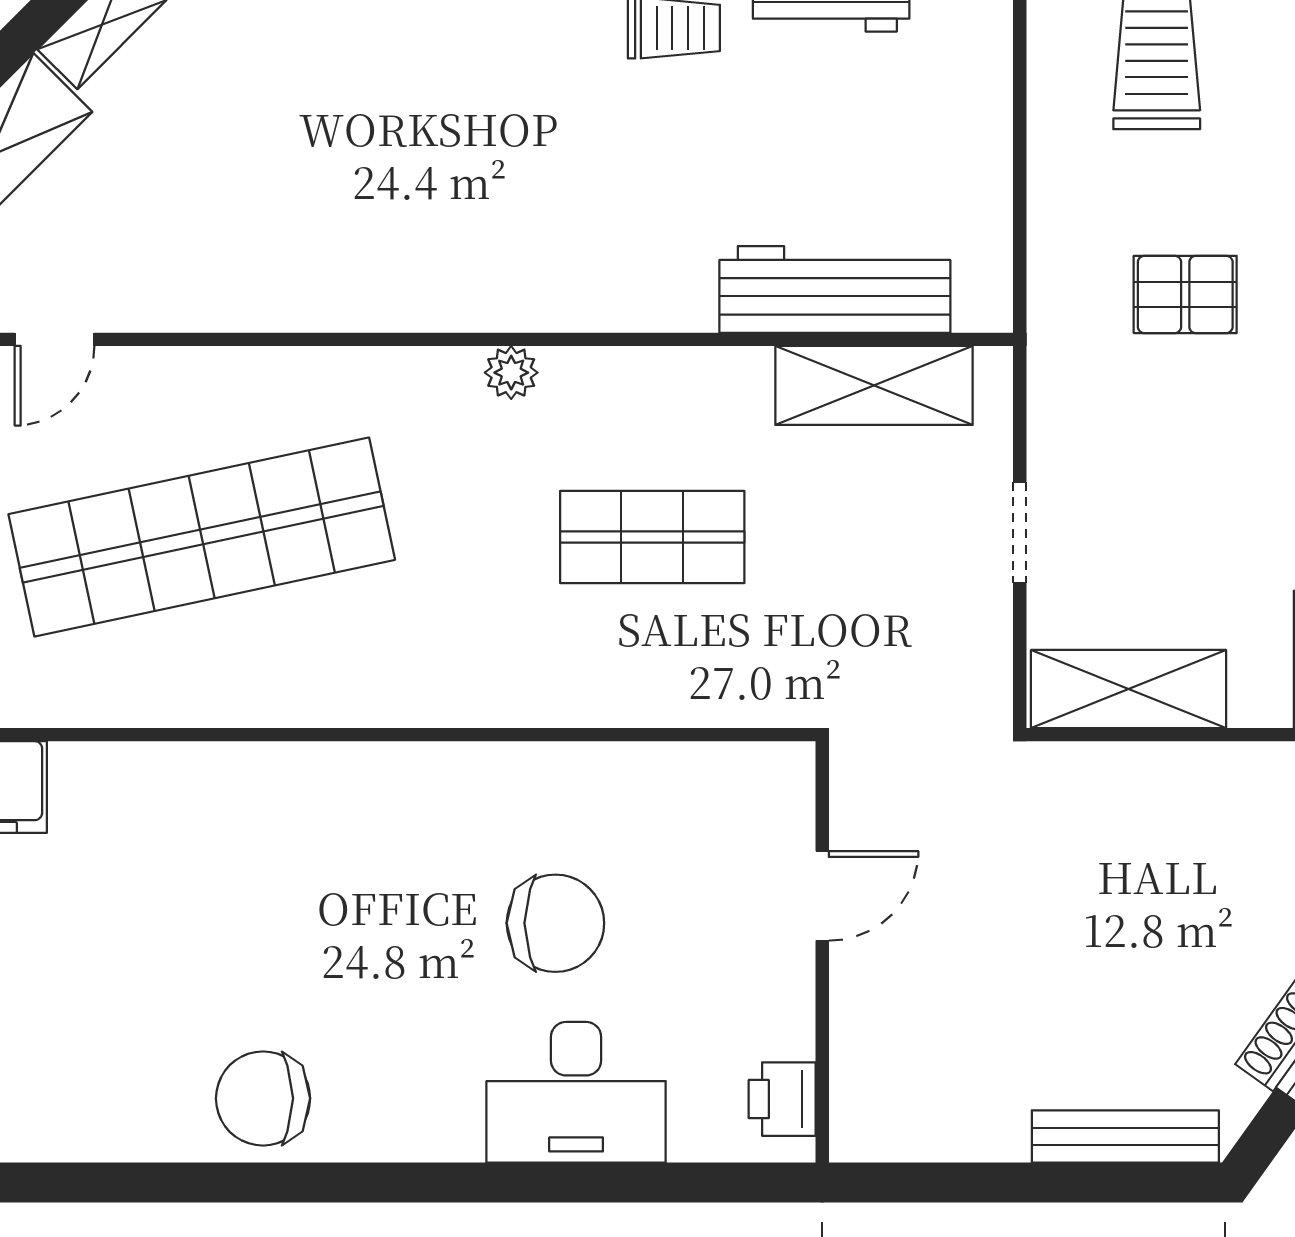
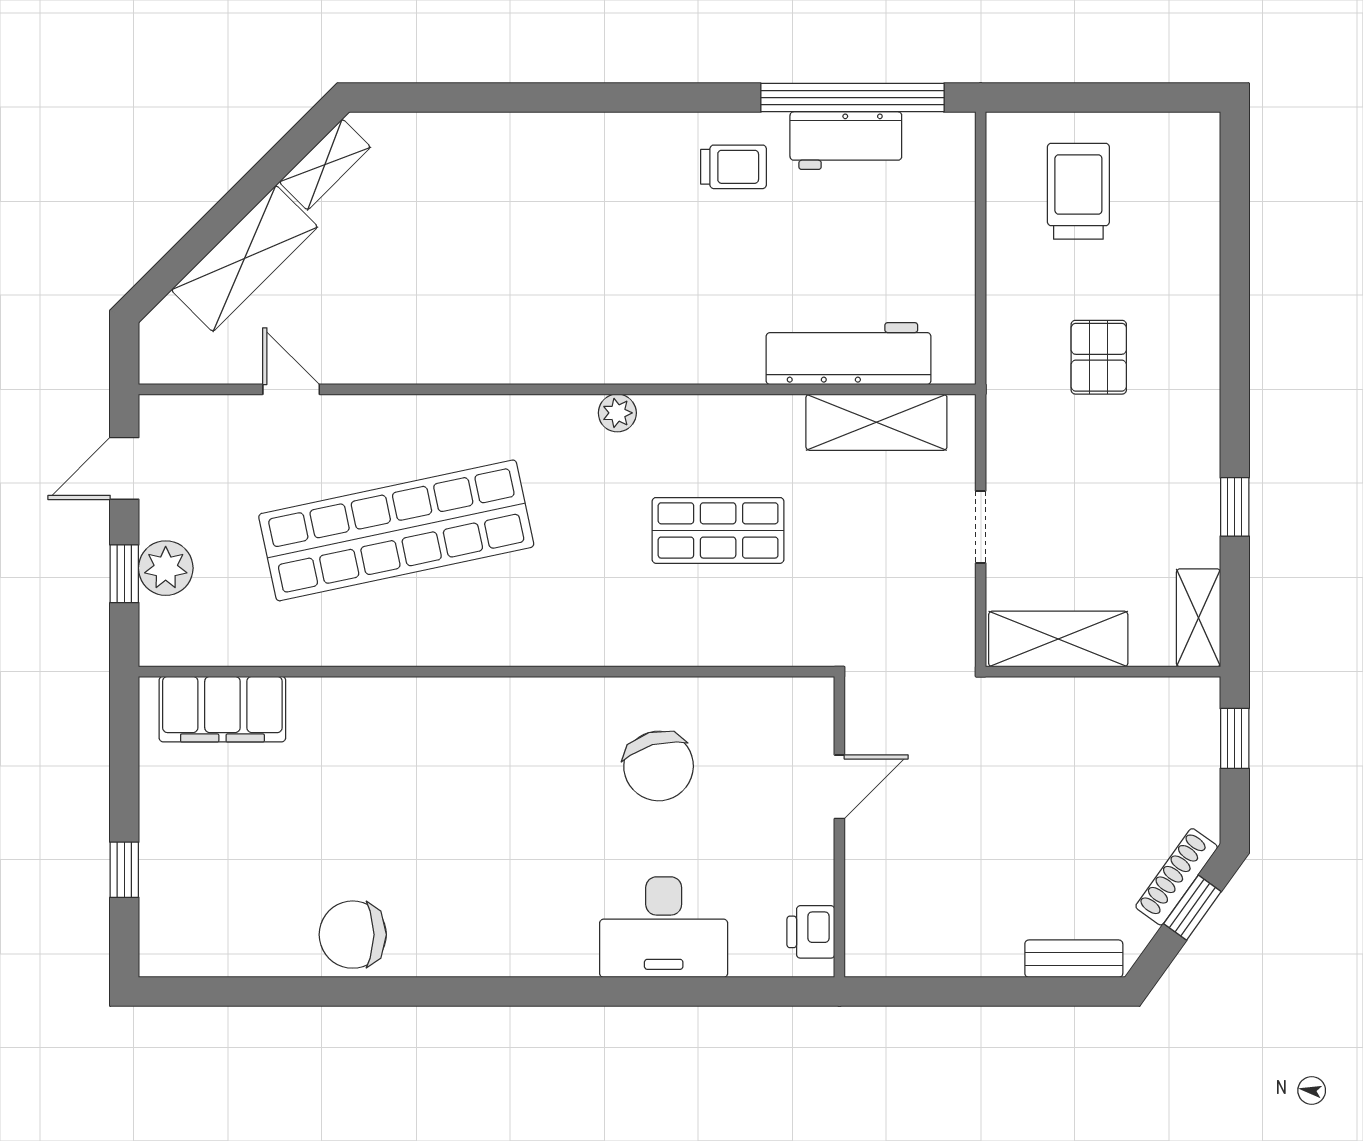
pallet: (1185, 294) -> (1099, 357), turned 90
door: (55, 339) -> (291, 389), swing flipped
chair: (555, 923) -> (659, 766), moved, turned 74
chair: (263, 1098) -> (353, 935), moved
bench: (1125, 1137) -> (1074, 959), width x0.73

